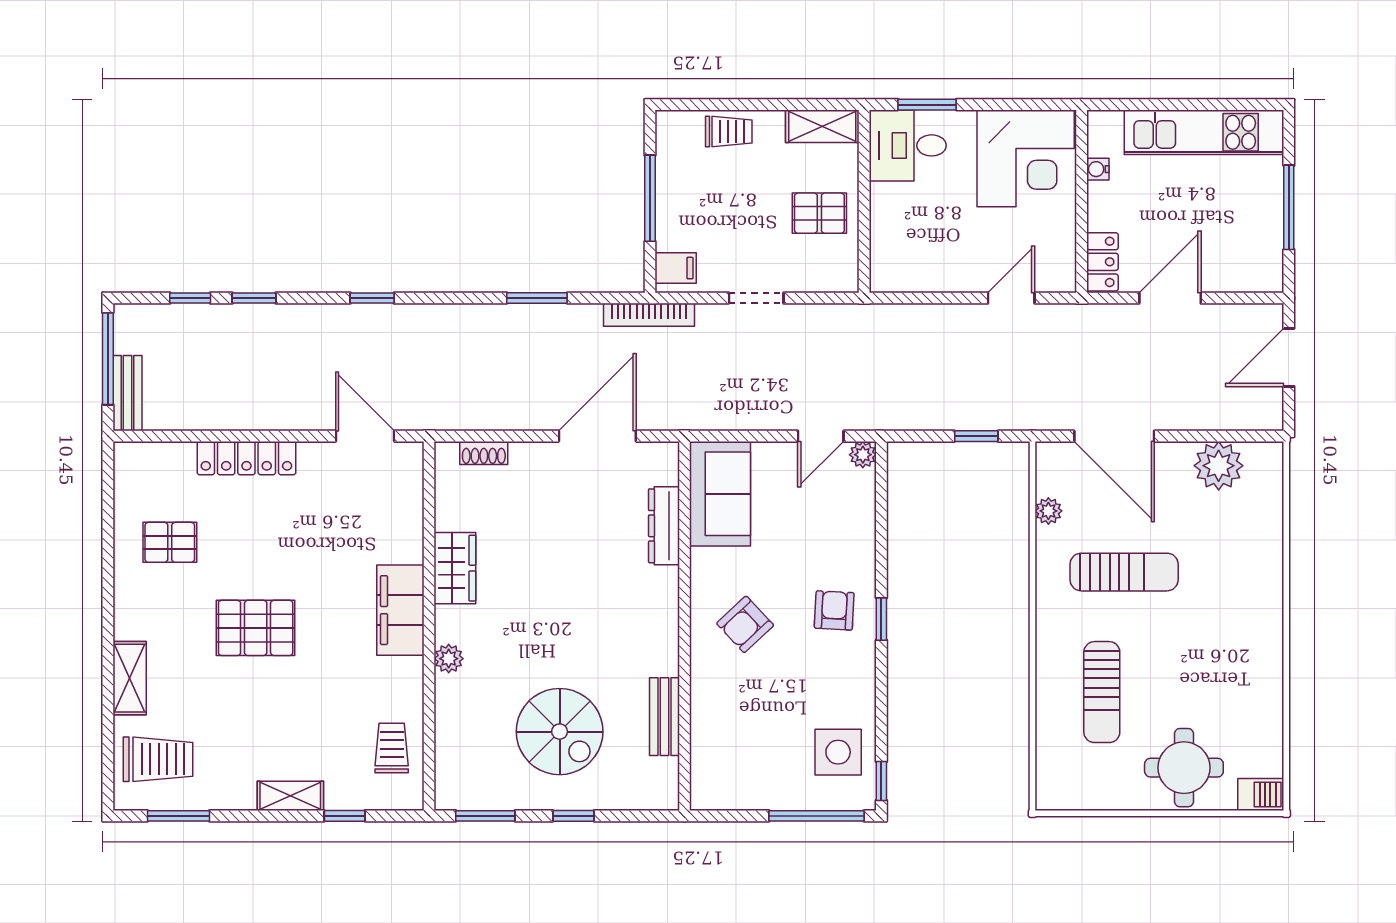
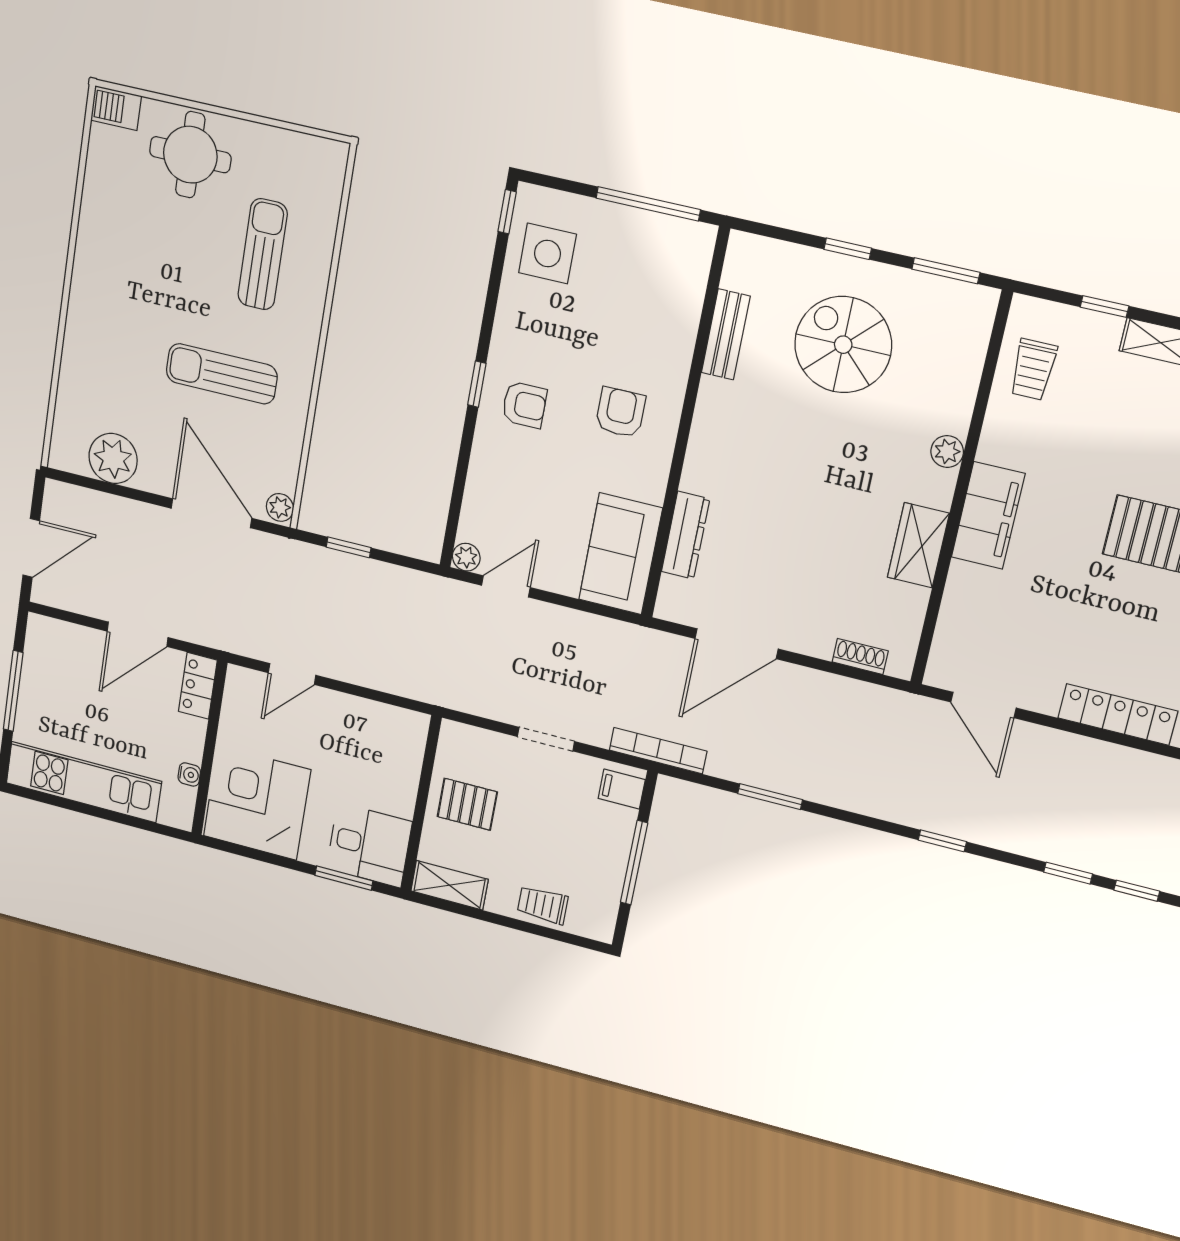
plant: (1048, 511) -> (280, 507), moved
armchair: (834, 610) -> (524, 405), turned -93
armchair: (745, 624) -> (620, 412), turned -47
window: (817, 816) -> (648, 204), moved

